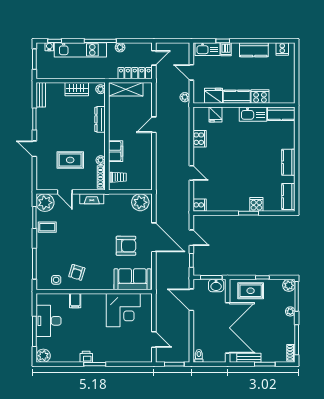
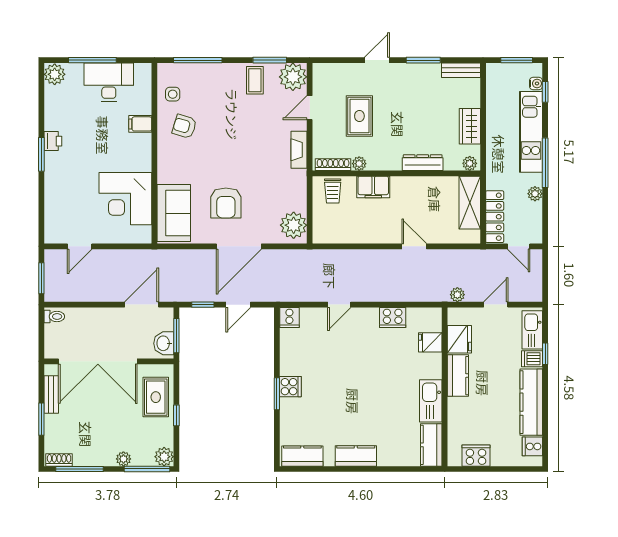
kitchen counter: (254, 50) -> (531, 402), width x1.50
cooker: (260, 97) -> (476, 456), moved, turned -90
cooker: (256, 204) -> (290, 387), moved

